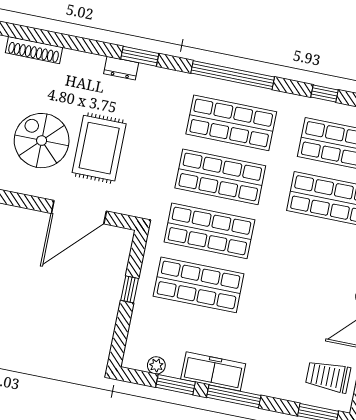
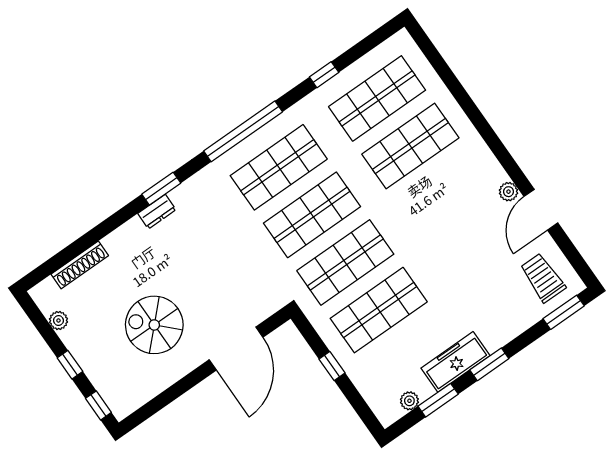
rug: (99, 148) -> (202, 286), removed
trolley: (328, 377) -> (543, 278), turned 90
window: (234, 396) -> (489, 364), width x0.69

